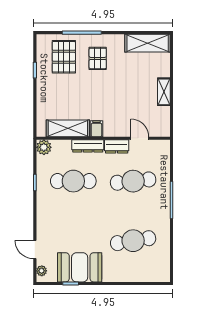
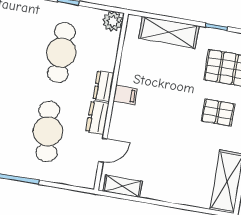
shelving: (164, 92) -> (123, 186), moved
shelving: (68, 128) -> (169, 32), moved, turned 90
dresser: (88, 146) -> (104, 86), width x0.70

